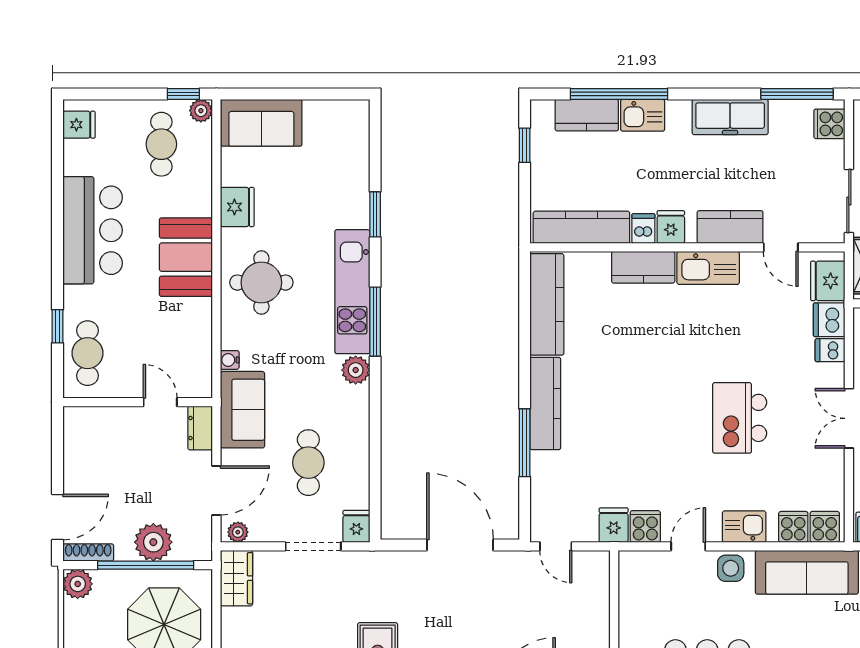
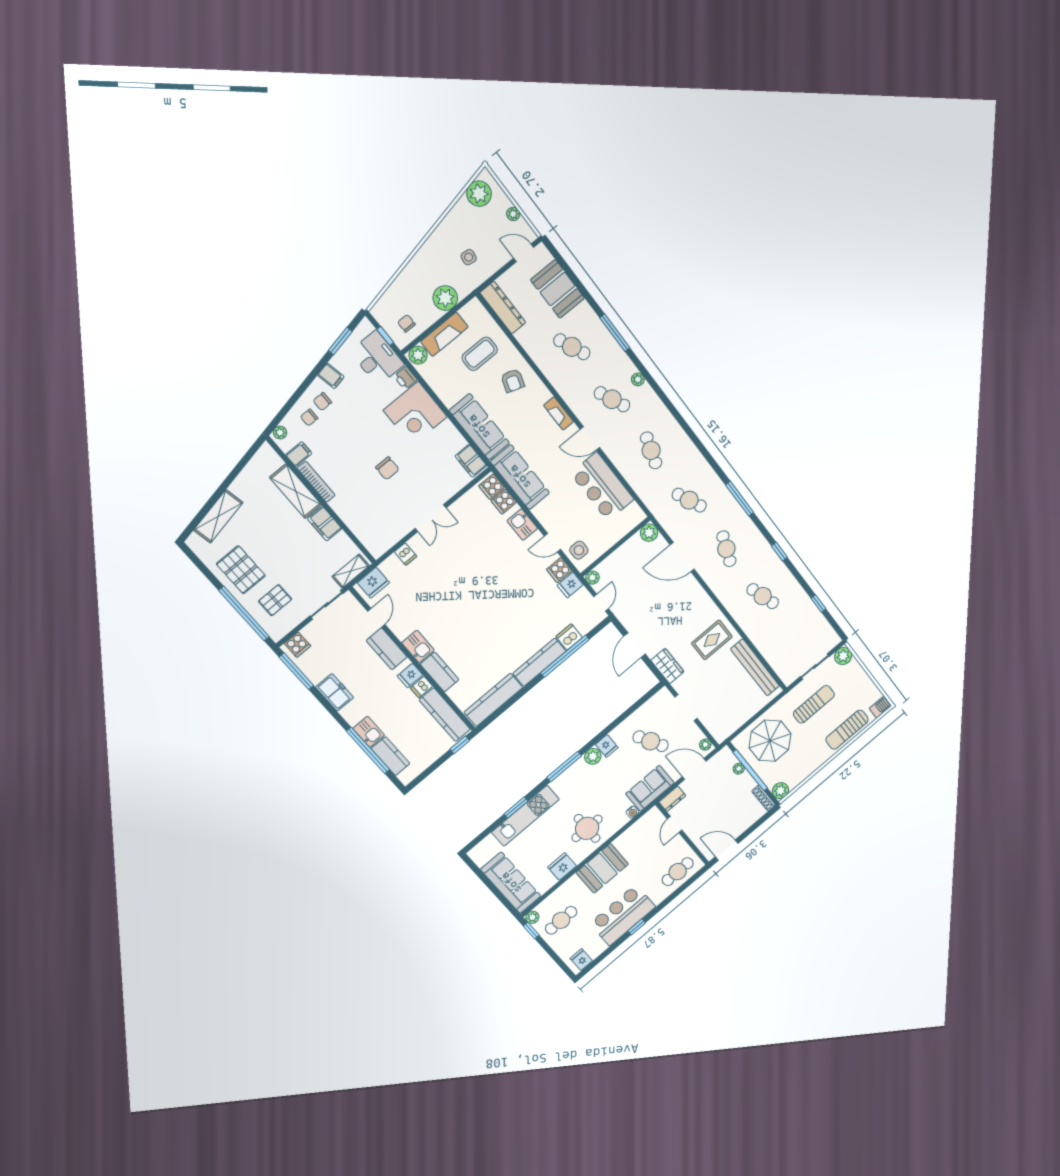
freezer: (730, 117) -> (335, 692), width x0.71
sofa: (261, 123) -> (511, 883), width x1.36
window: (525, 145) -> (460, 745), moved
kitchen sink: (708, 268) -> (418, 646), width x0.73
kitchen unit: (352, 292) -> (525, 816), moved
dishwasher: (829, 320) -> (569, 637), moved, turned 180
window: (57, 326) -> (637, 927), moved
kitchen island: (740, 418) -> (473, 569), removed
window: (525, 443) -> (565, 656), width x1.46
cafe table: (308, 463) -> (651, 741), turned 62
door: (57, 517) -> (727, 850), moved
fridge: (356, 526) -> (607, 746), moved, turned -90
plant: (153, 542) -> (739, 769), width x0.53, depth x0.53
door: (460, 545) -> (635, 645), width x0.73
plant: (599, 562) -> (592, 578), added
side table: (731, 568) -> (579, 550), moved
wardrobe: (236, 578) -> (667, 666), moved, turned 90

